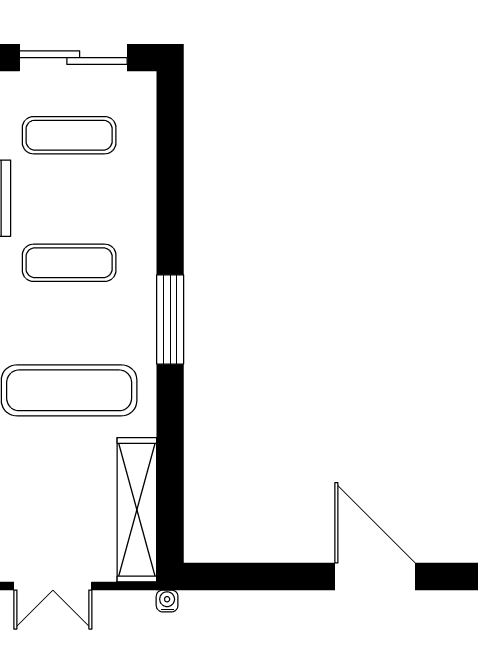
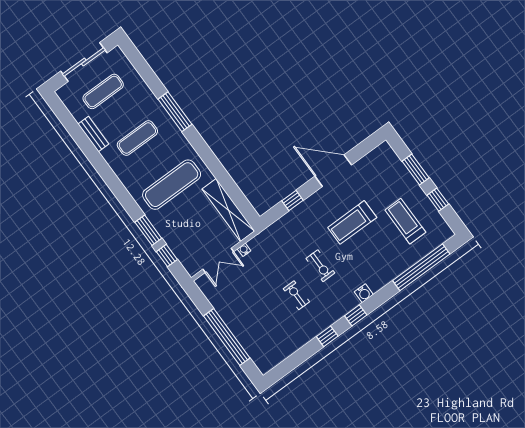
window: (170, 319) -> (175, 112), moved
window: (263, 576) -> (292, 201), added
water cooler: (167, 601) -> (244, 250), moved

